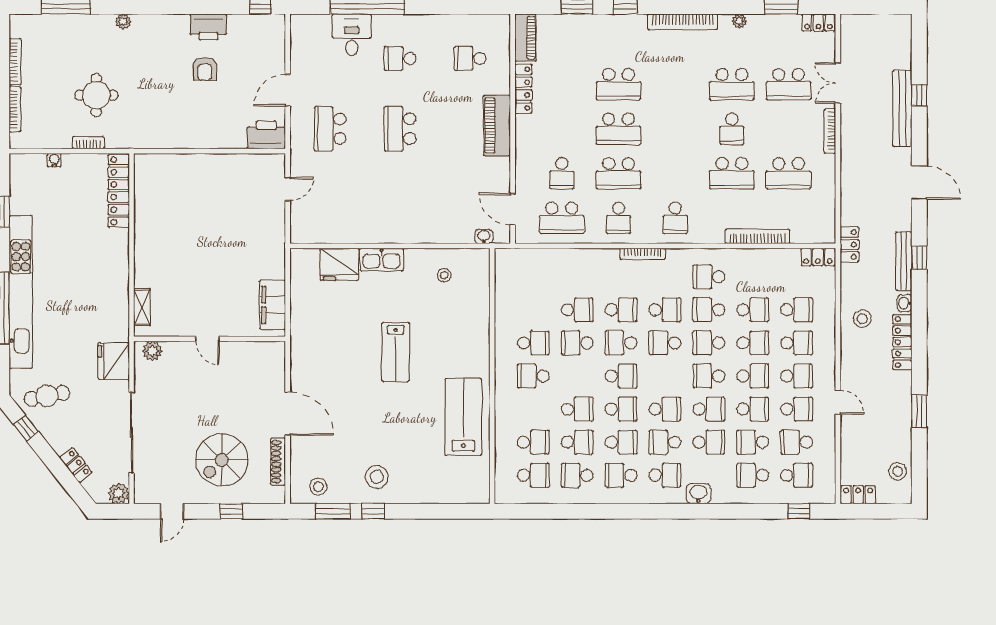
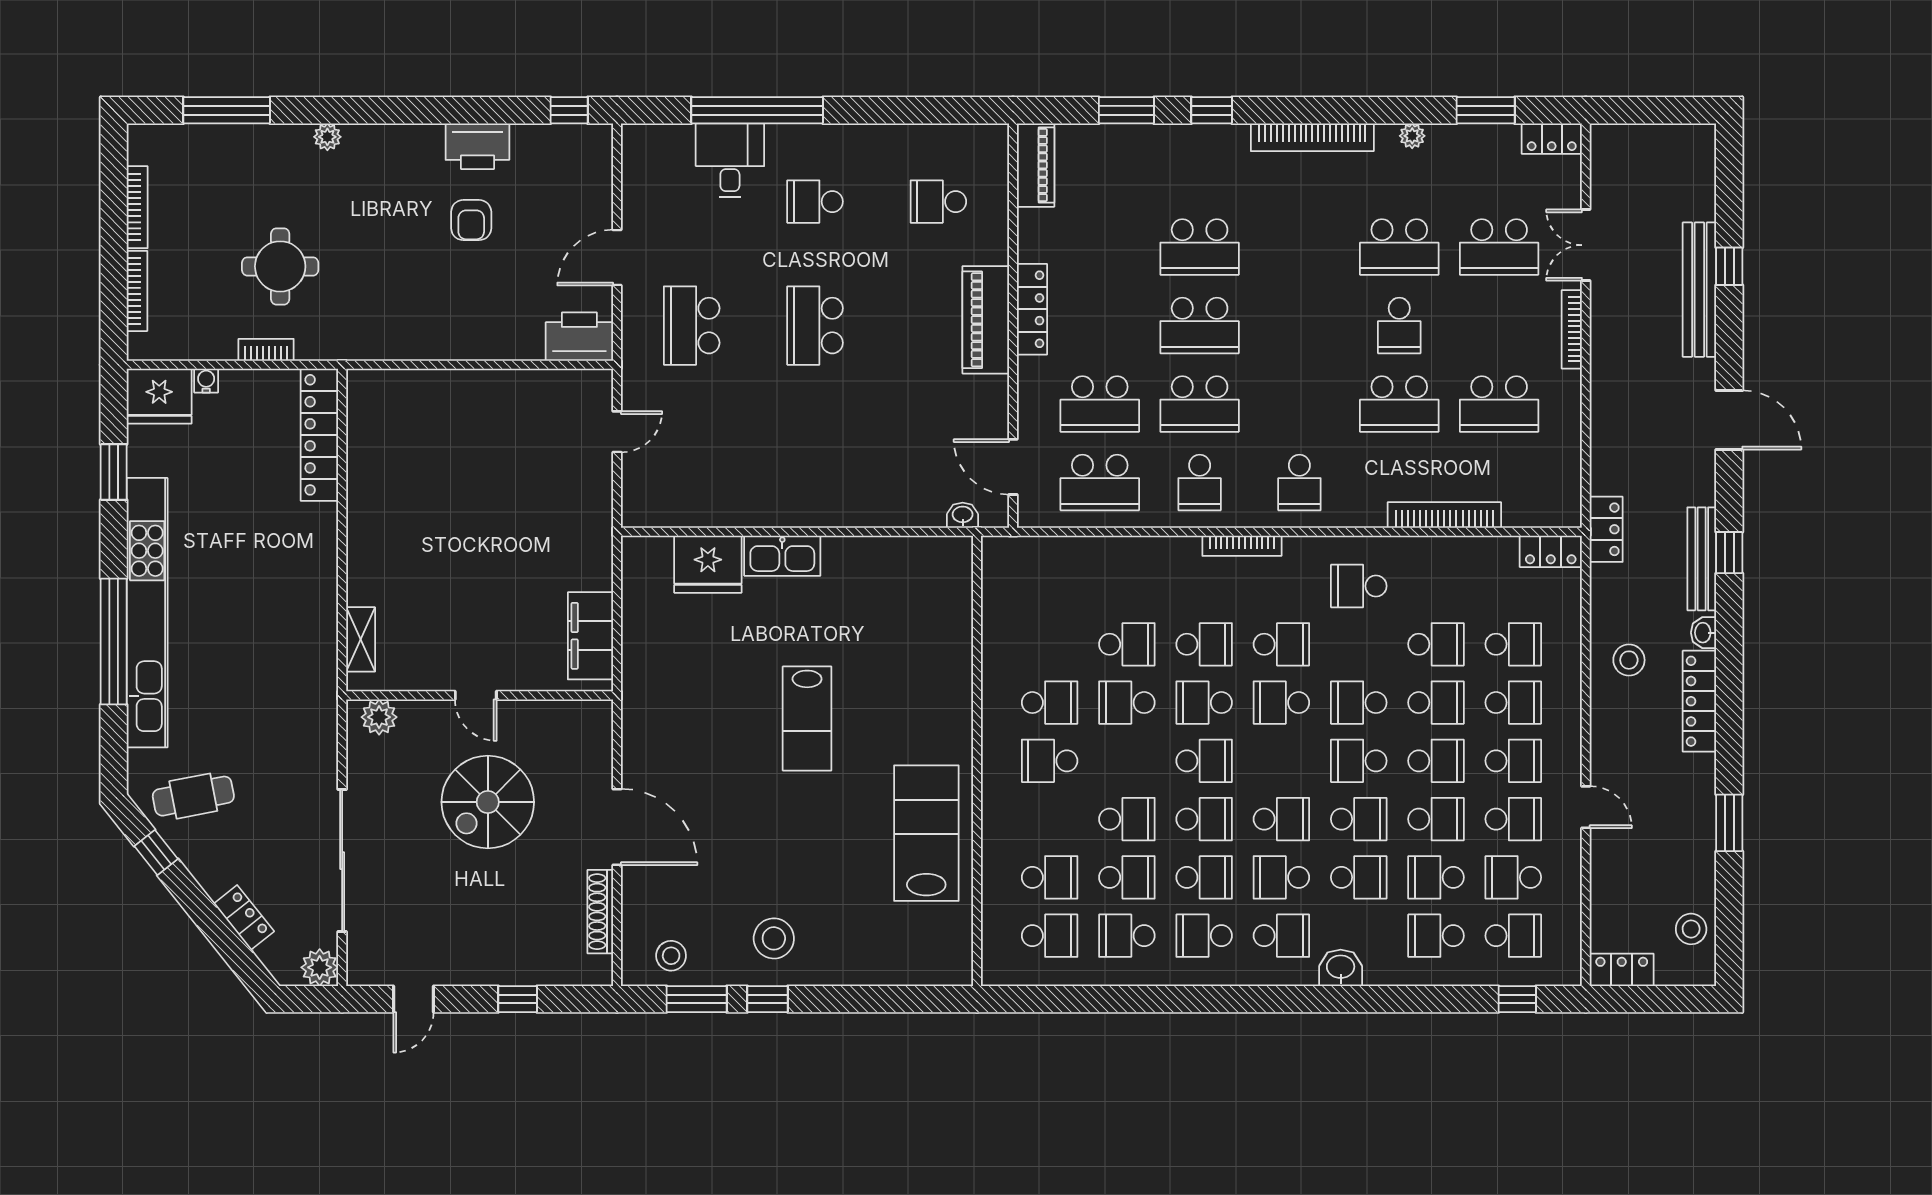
locker: (523, 89) -> (1032, 309), moved
school desk: (562, 173) -> (1100, 404), width x1.85
stool: (444, 275) -> (893, 584), removed
school desk: (709, 310) -> (1359, 644), removed
fridge: (114, 361) -> (159, 396), moved, turned -90
spiral stairs: (222, 460) -> (488, 802), moved

